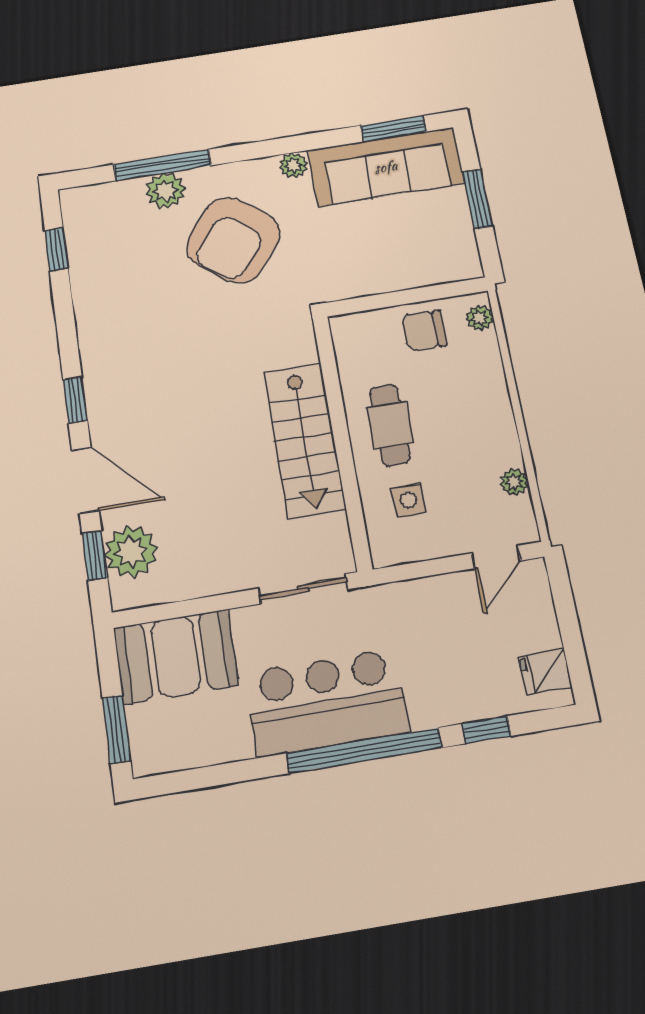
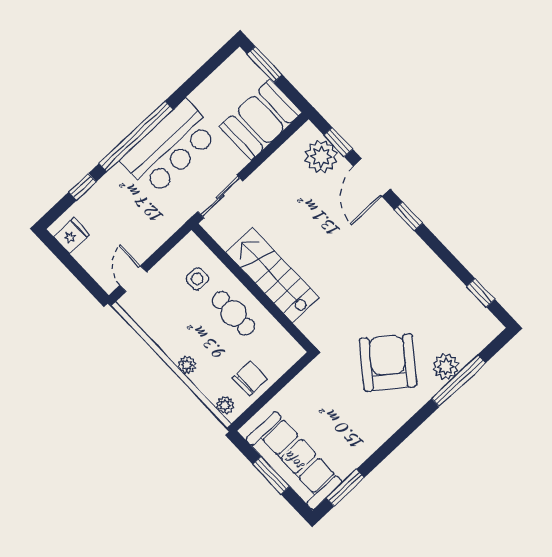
plant: (293, 165) -> (386, 429), removed
sofa: (386, 167) -> (294, 461), moved, turned 90
door: (85, 480) -> (372, 177), hinge flipped
plant: (514, 482) -> (187, 365), moved

